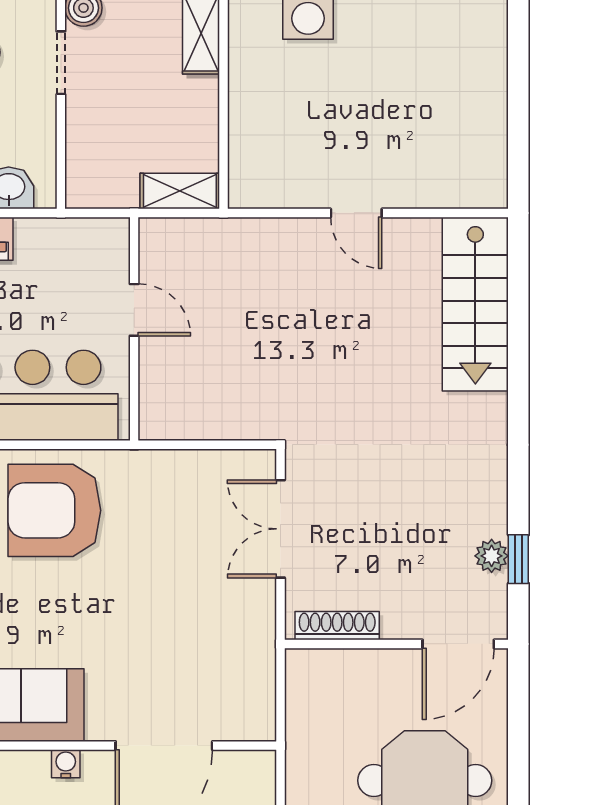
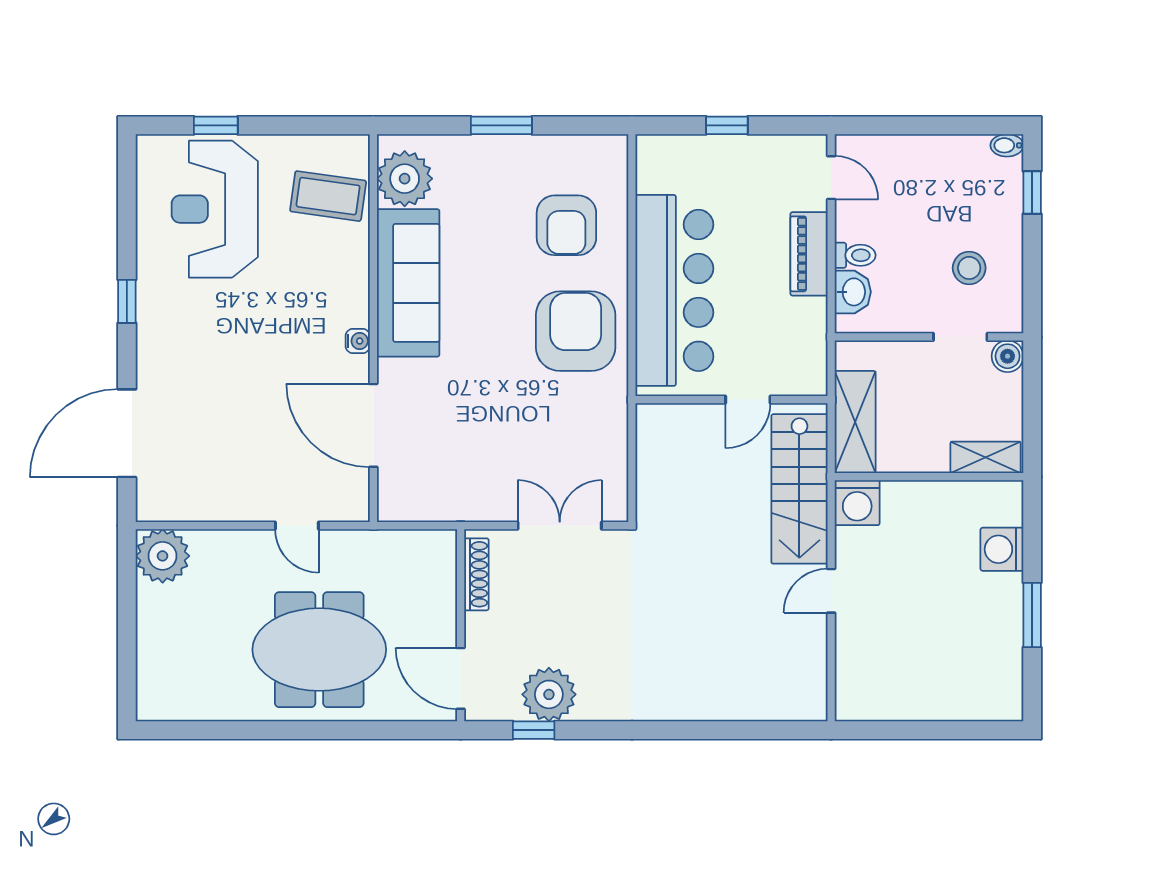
washing machine: (254, 183) -> (857, 503), added
shelving: (180, 191) -> (855, 422), width x1.50, depth x1.33
stairs: (475, 304) -> (799, 489), moved, turned -90
plant: (492, 556) -> (549, 694), width x1.88, depth x1.88

